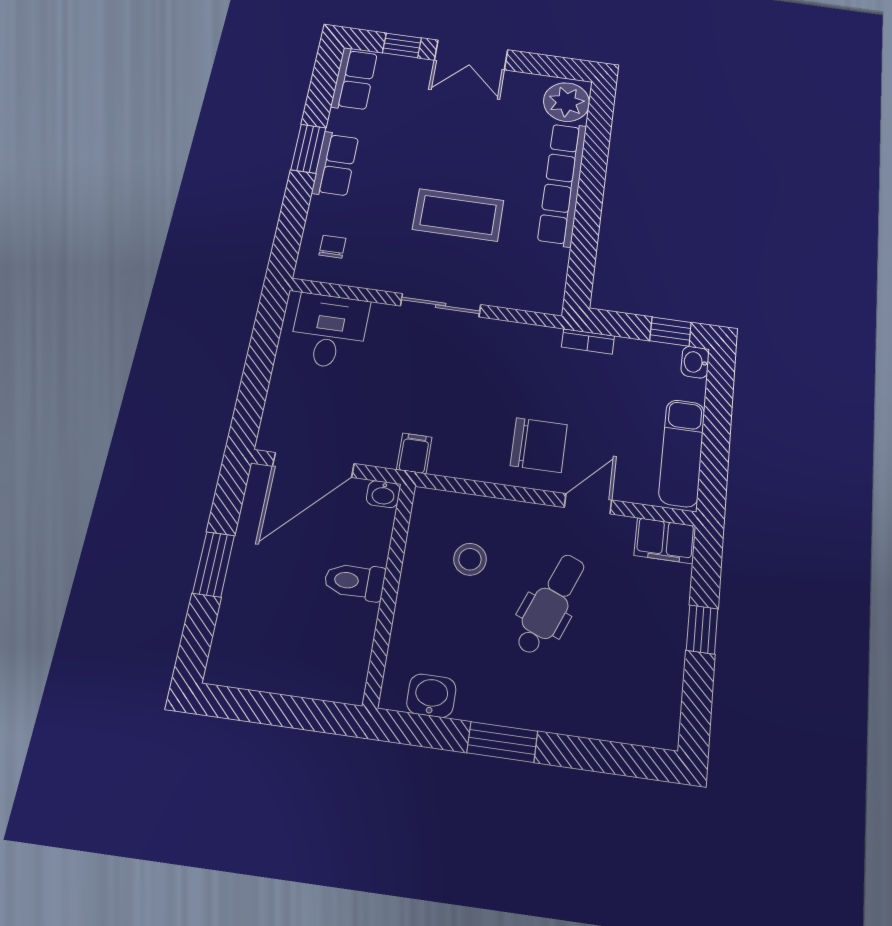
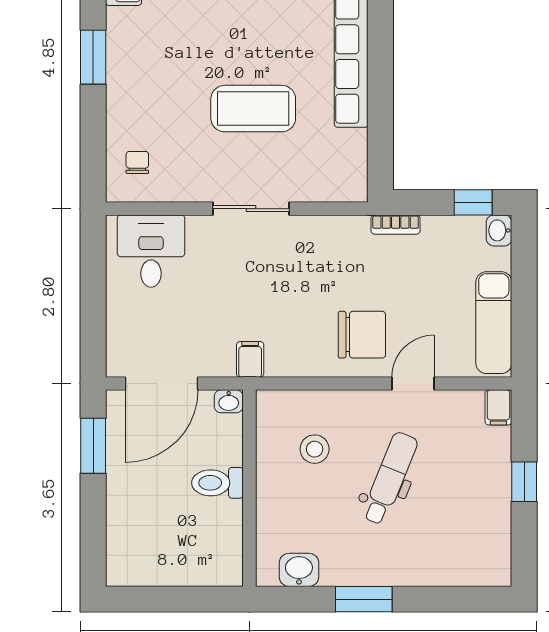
row of seats: (335, 165) -> (123, 71), removed
filing cabinet: (665, 541) -> (498, 407), width x0.50
window: (214, 564) -> (93, 446), moved

